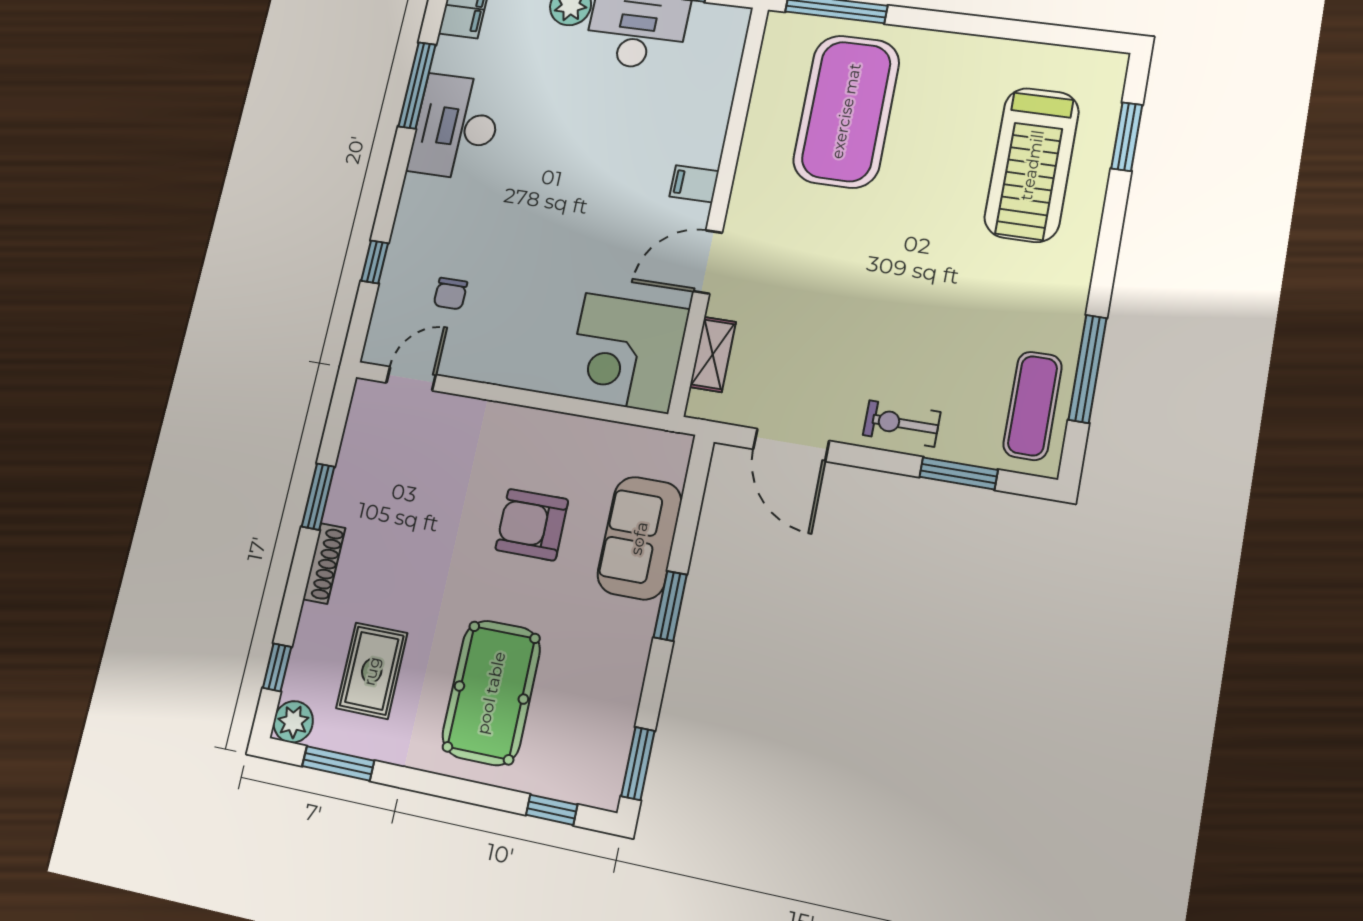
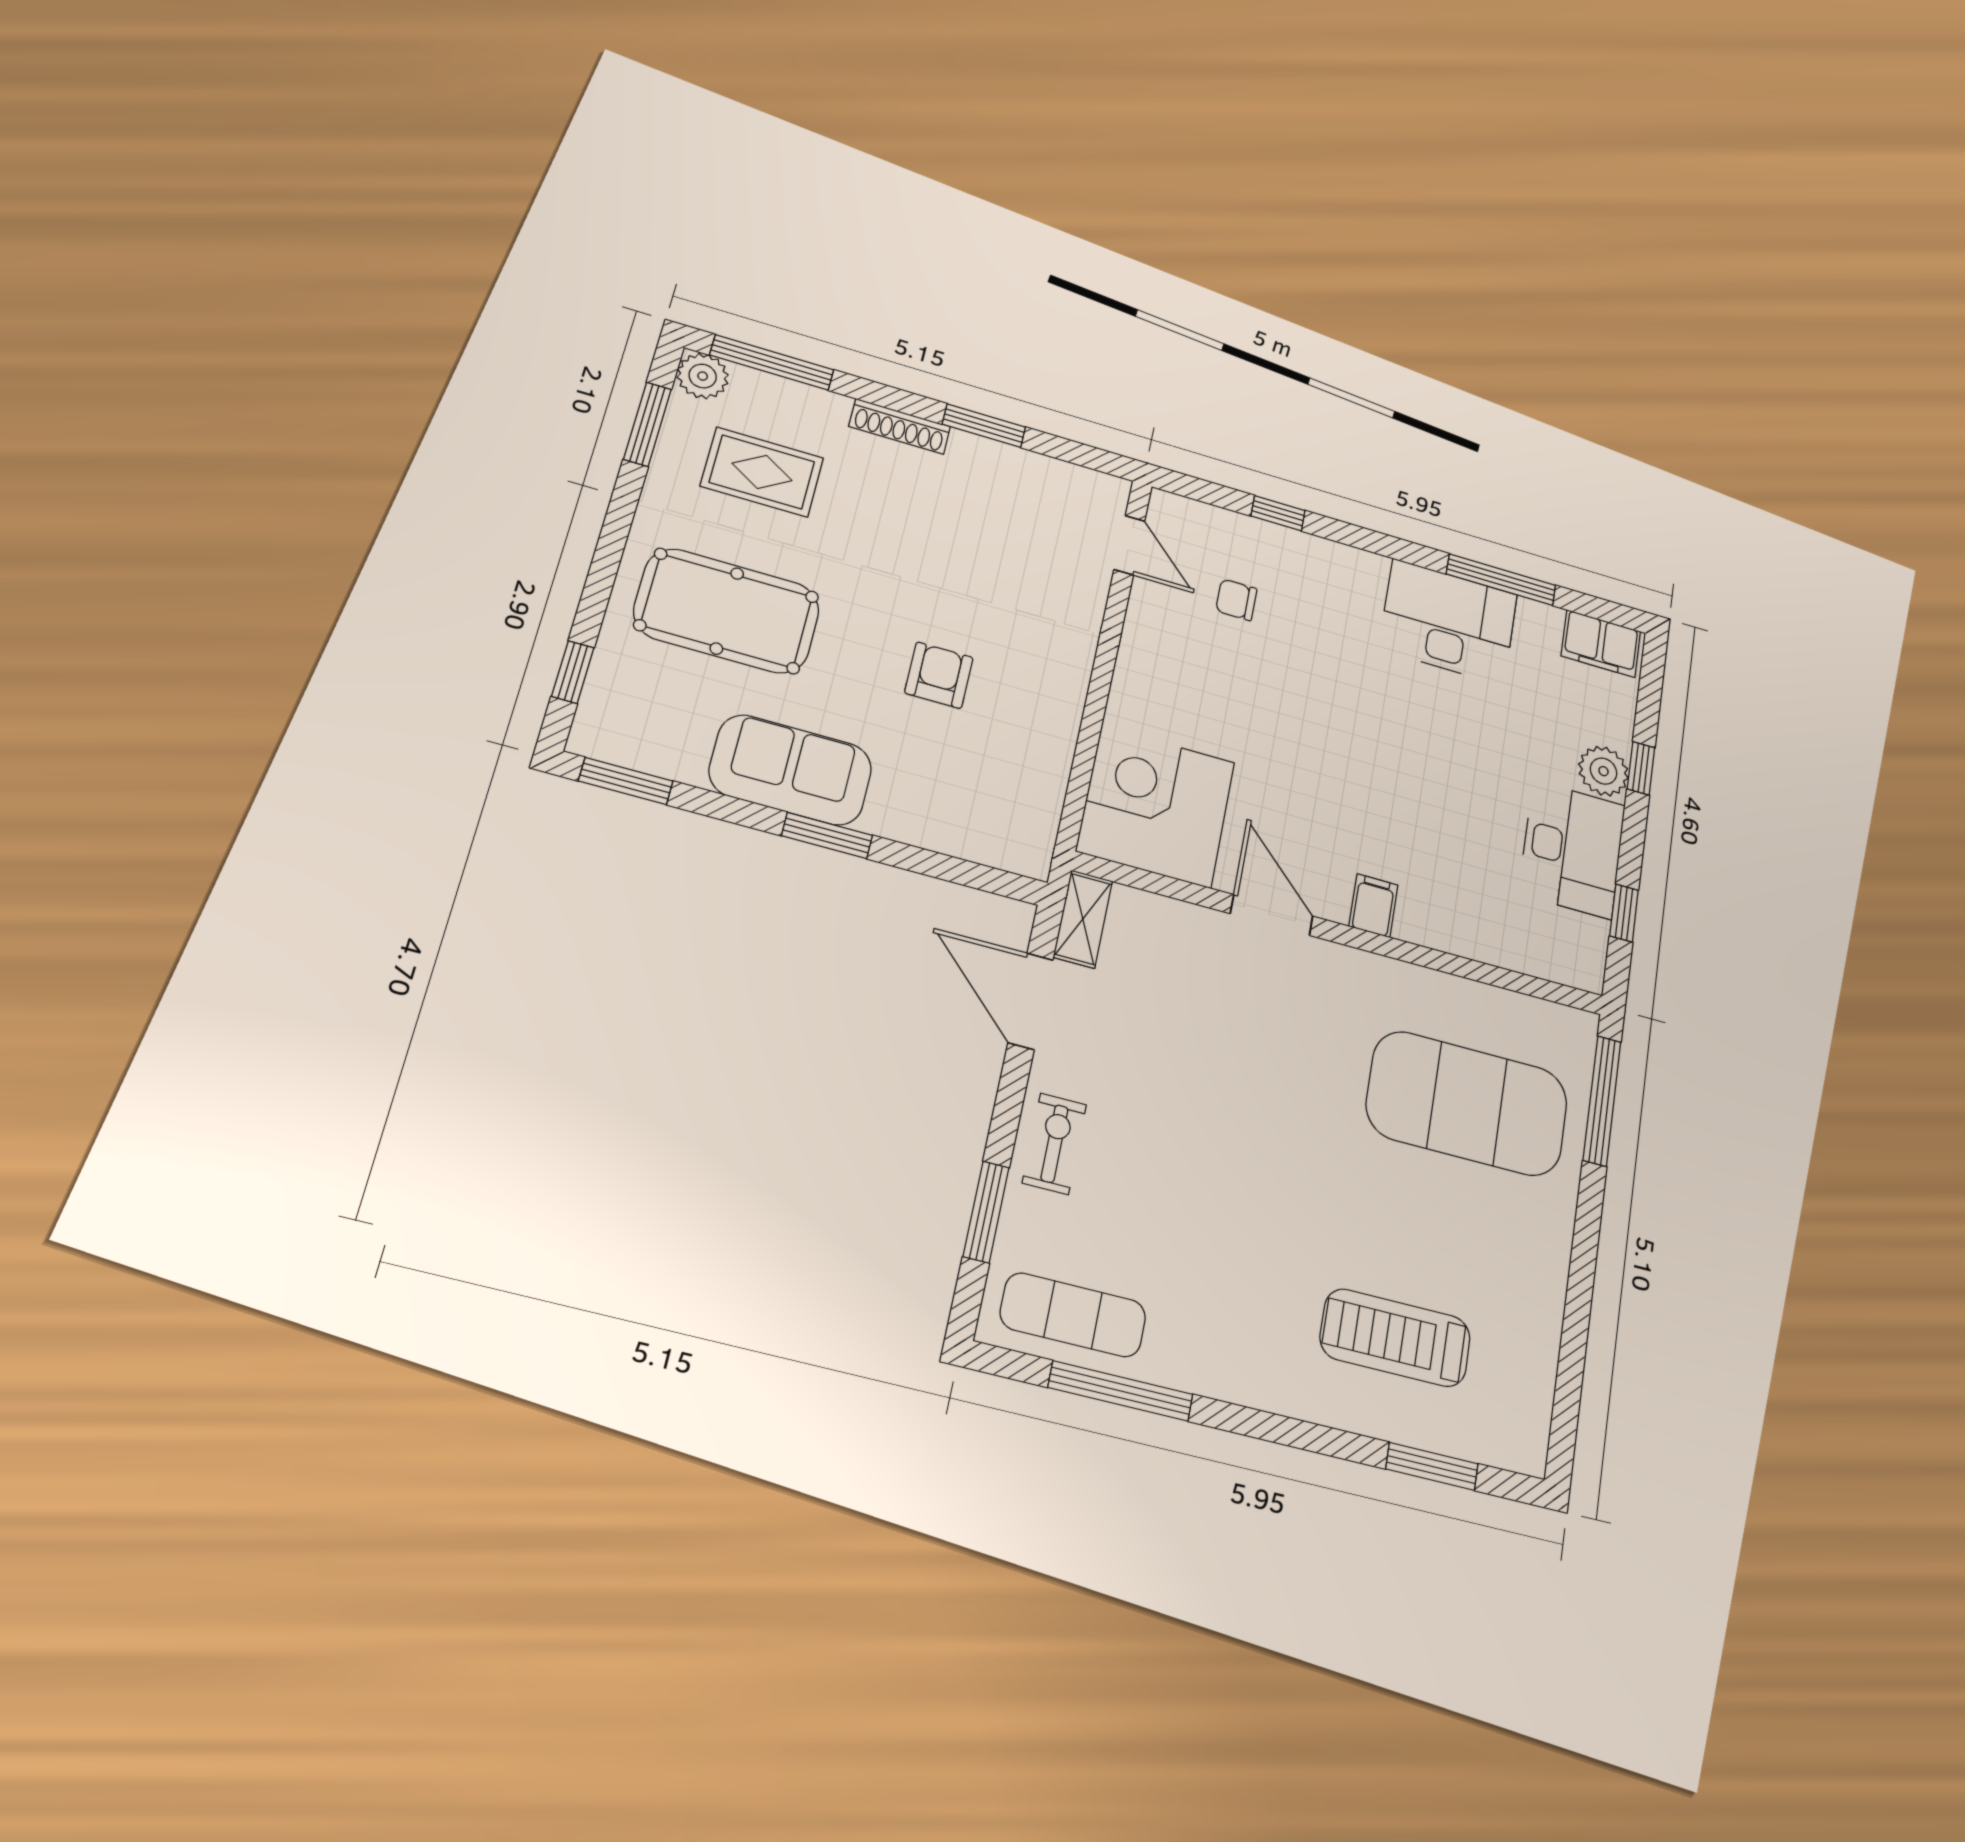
treadmill: (1032, 165) -> (1395, 1338), width x0.73, depth x0.73
shelving: (713, 354) -> (1083, 919), moved, turned 90
door: (791, 445) -> (1031, 1001), hinge flipped
armchair: (532, 525) -> (939, 675), width x0.72, depth x0.72
sofa: (639, 538) -> (791, 770), moved
window: (277, 667) -> (772, 362), width x2.17

